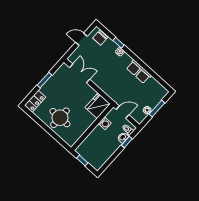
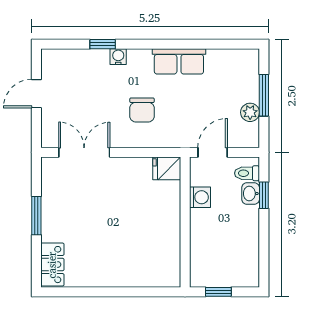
chair: (100, 38) -> (142, 110), moved
fridge: (98, 106) -> (167, 168), width x0.53, depth x0.75
round table: (60, 118) -> (118, 254), removed

